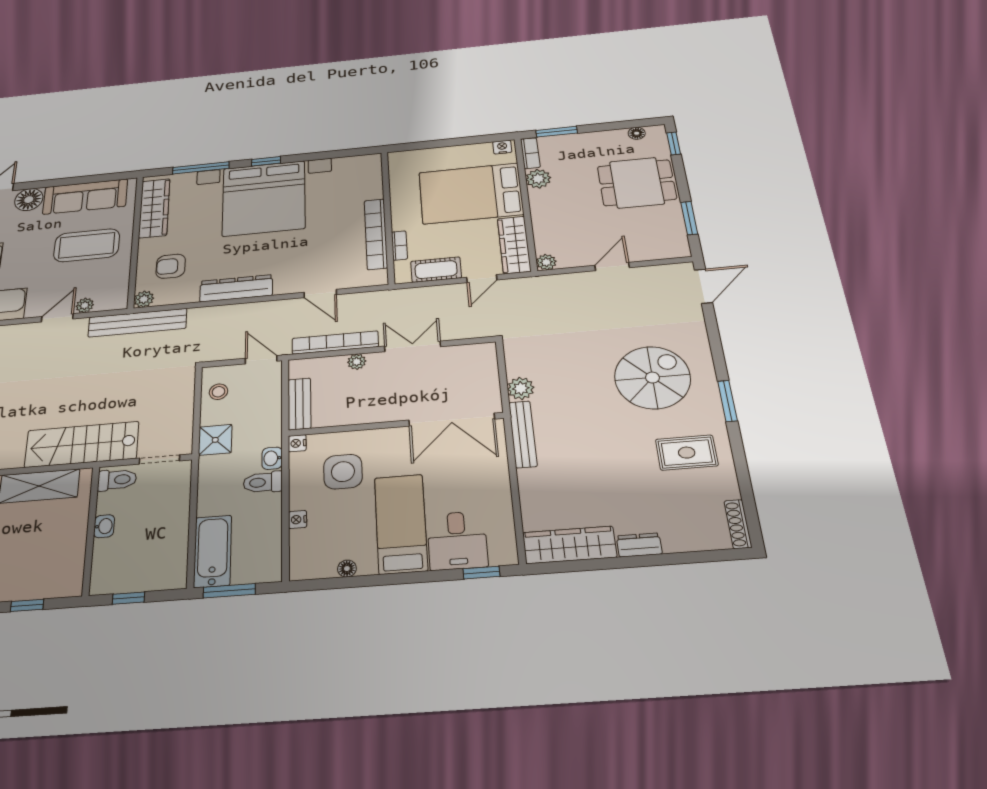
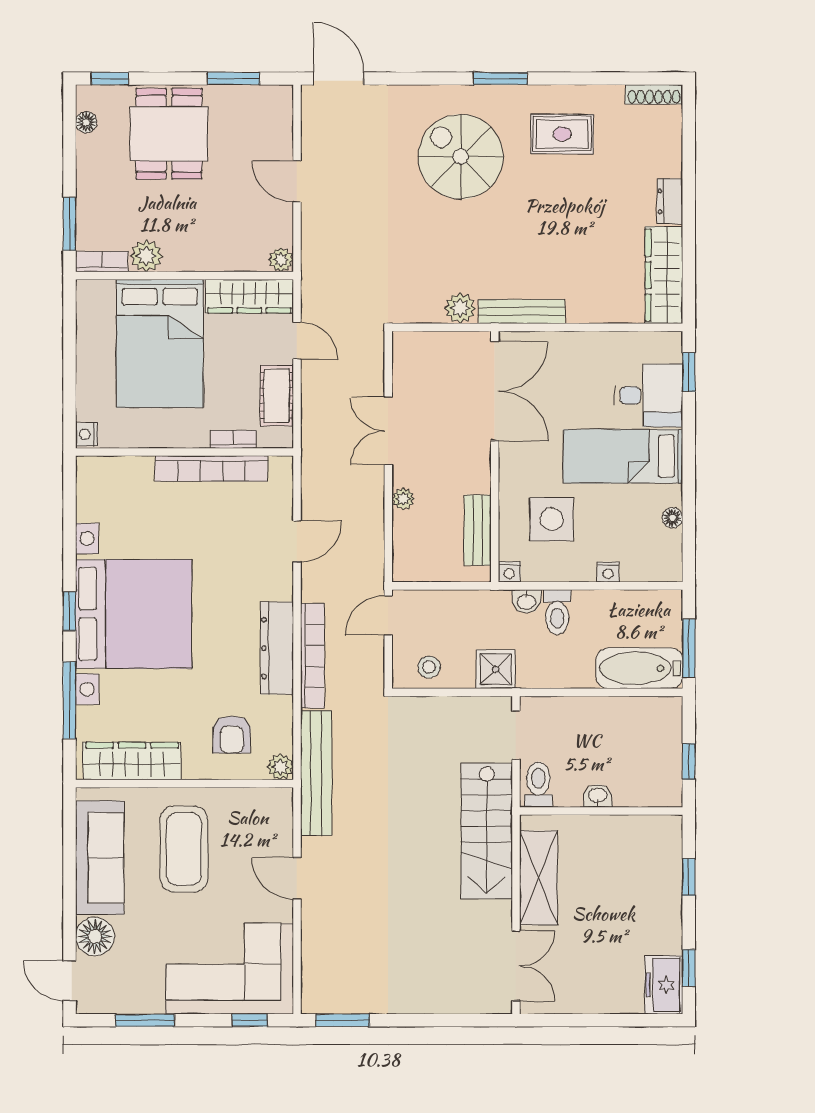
nightstand: (502, 147) -> (87, 434), moved
plant: (85, 305) -> (282, 844), removed
bookcase: (335, 342) -> (313, 656), moved, turned 180
bench: (299, 404) -> (478, 530), moved, turned 90
rug: (687, 453) -> (562, 134), turned 90

